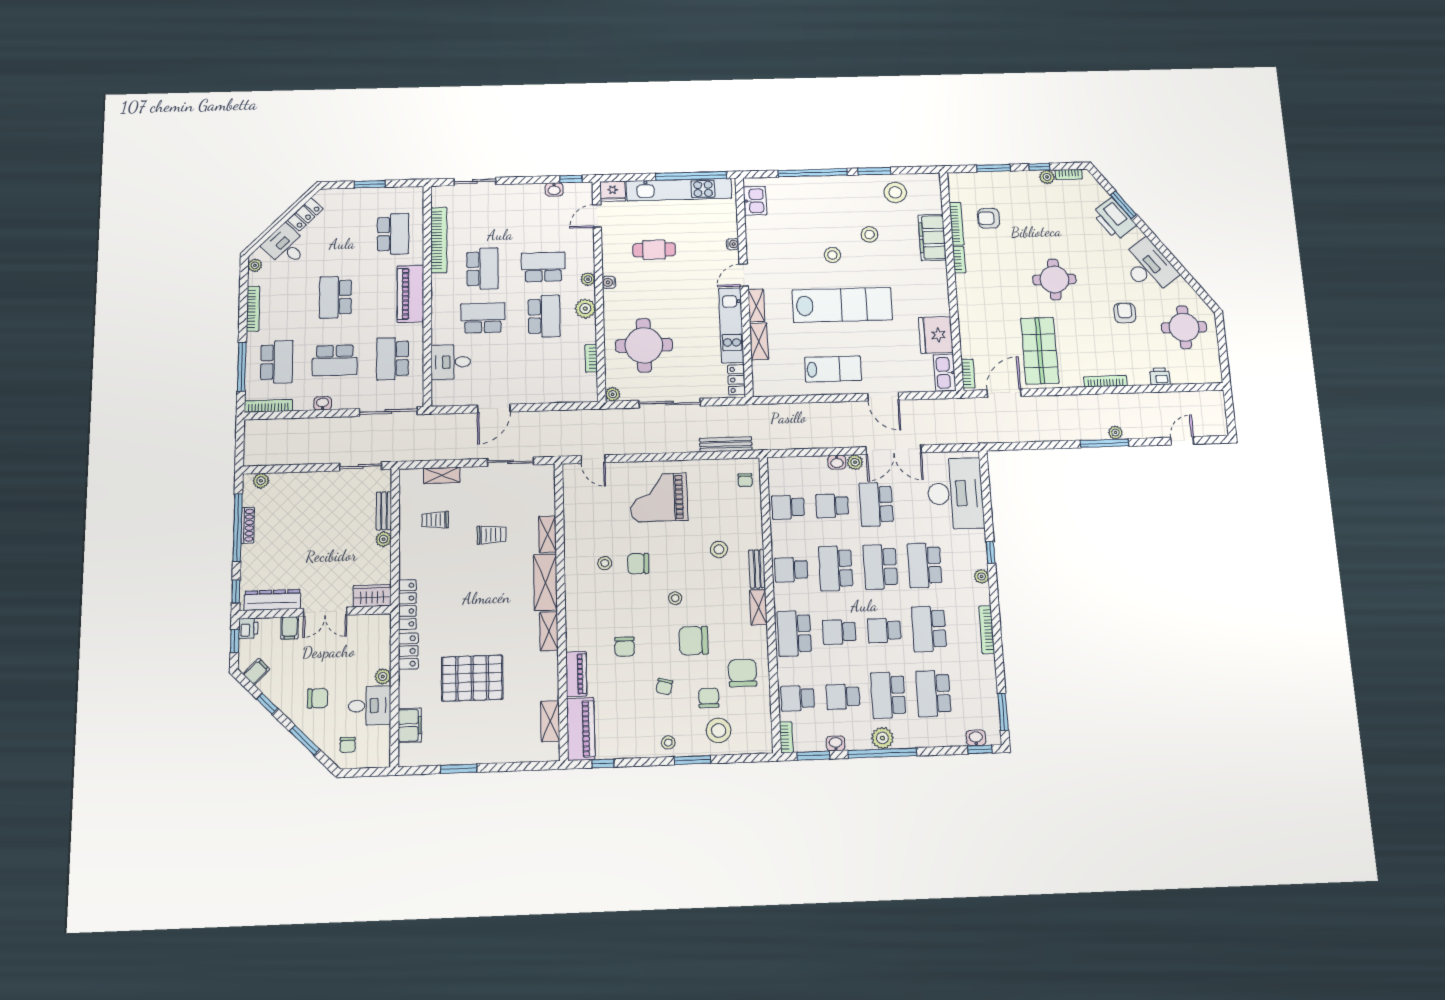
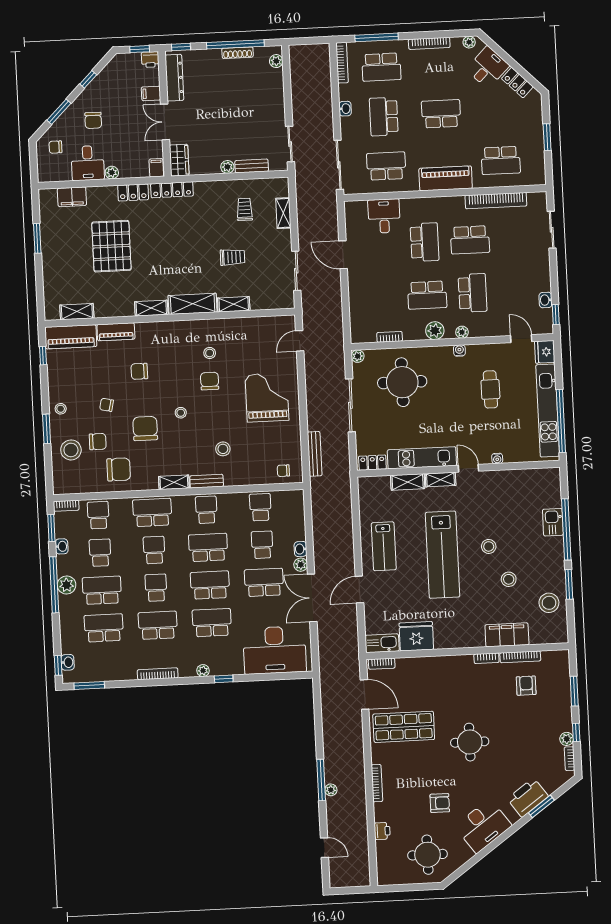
kitchen sink: (755, 201) -> (553, 522), moved, turned 90
trolley: (491, 535) -> (232, 257), turned -90
filing cabinet: (256, 672) -> (156, 168), moved, turned -135

